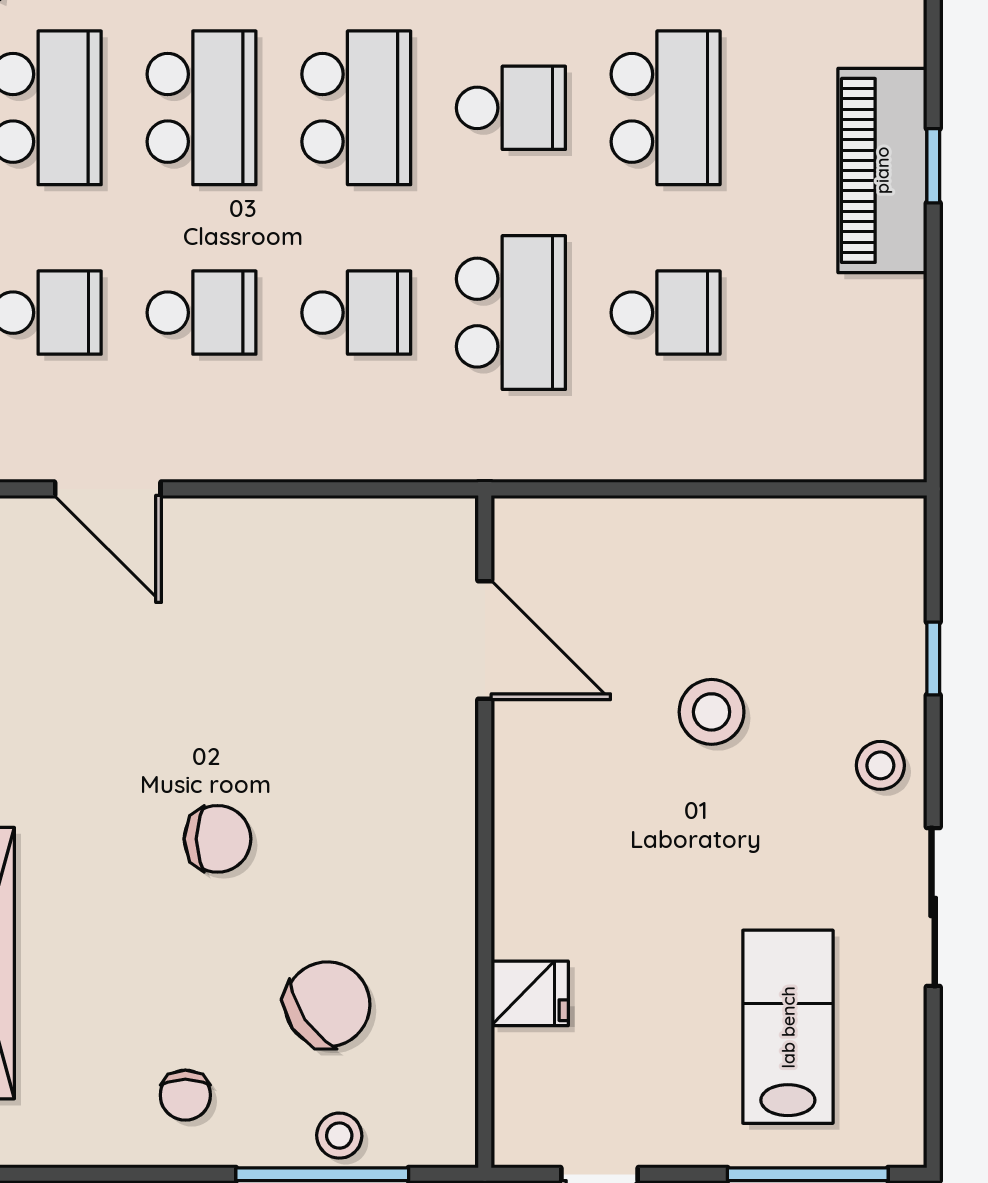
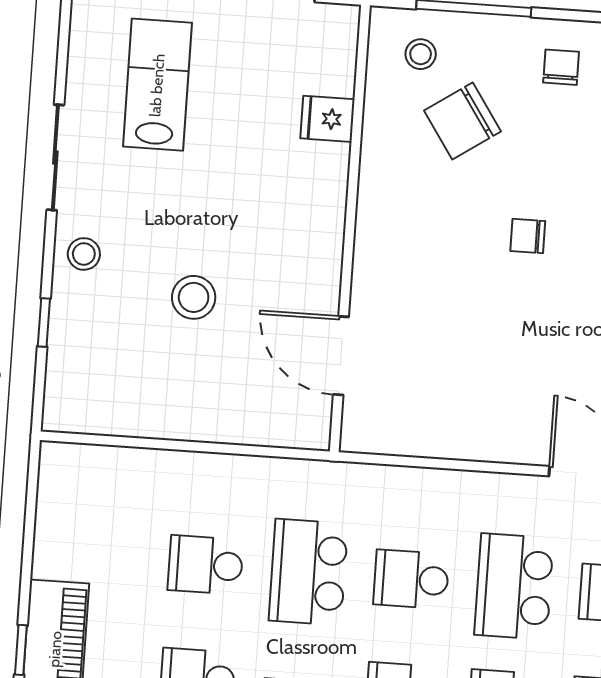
school desk: (201, 313) -> (514, 586), width x1.85
chair: (218, 839) -> (528, 236), width x0.73, depth x0.73
lab bench: (788, 1027) -> (157, 85), turned 180
stool: (339, 1136) -> (421, 54), moved

